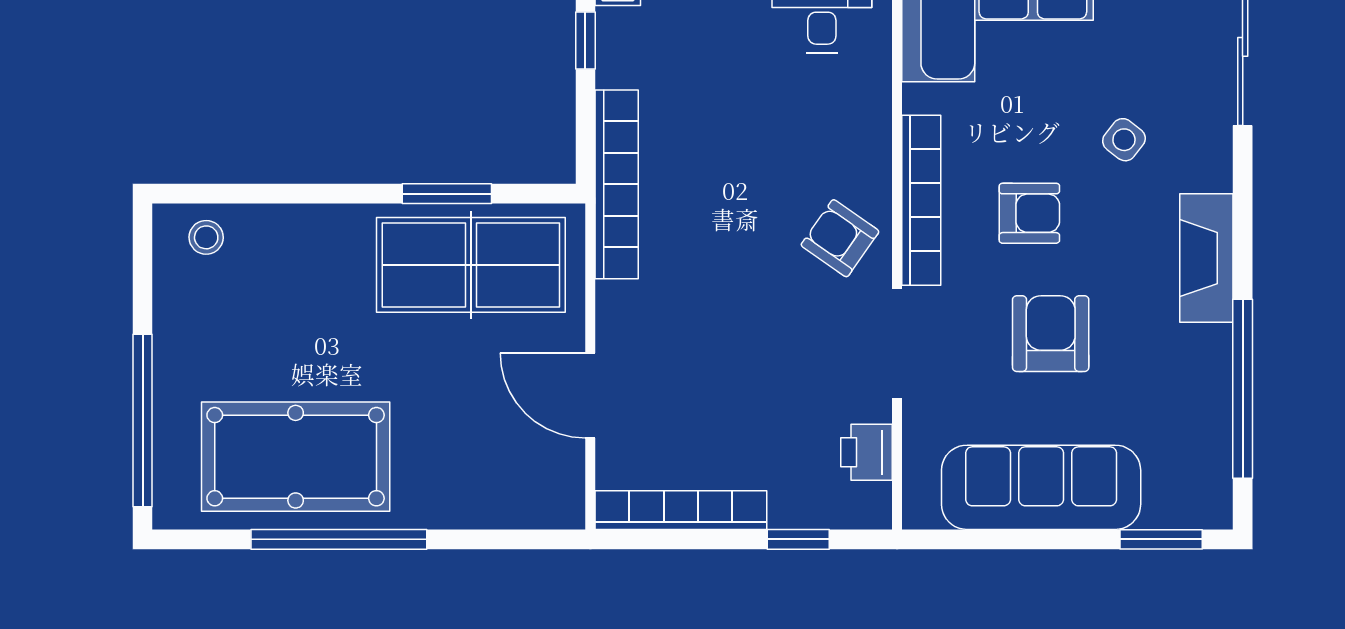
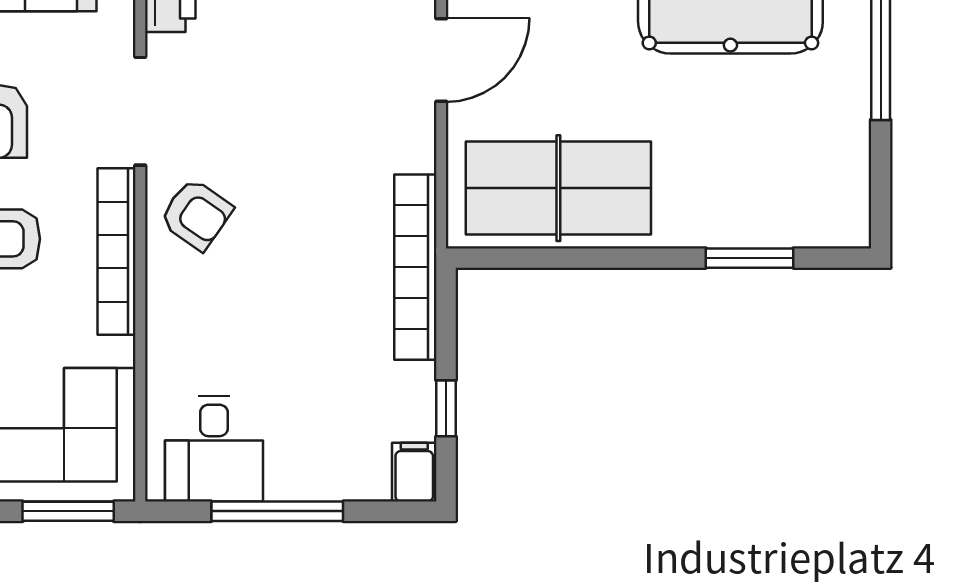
window: (447, 194) -> (750, 258), moved
stool: (206, 237) -> (818, 215), removed
door: (590, 396) -> (441, 60), hinge flipped

